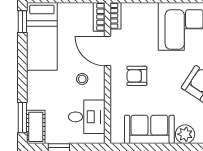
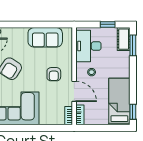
armchair: (137, 76) -> (54, 74), turned 90
desk: (87, 117) -> (88, 46), width x1.37
plant: (185, 134) -> (21, 34), removed

